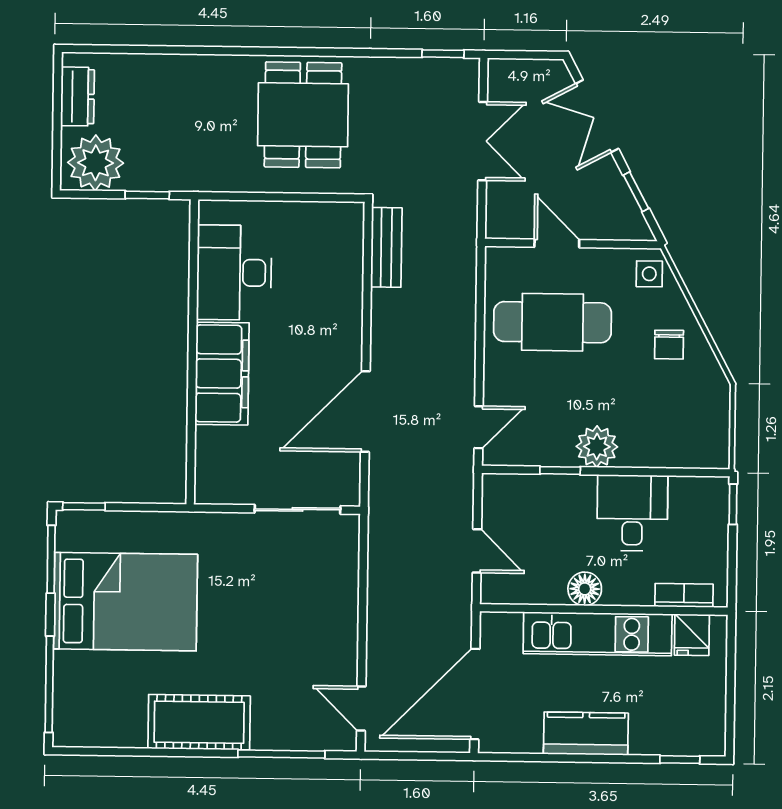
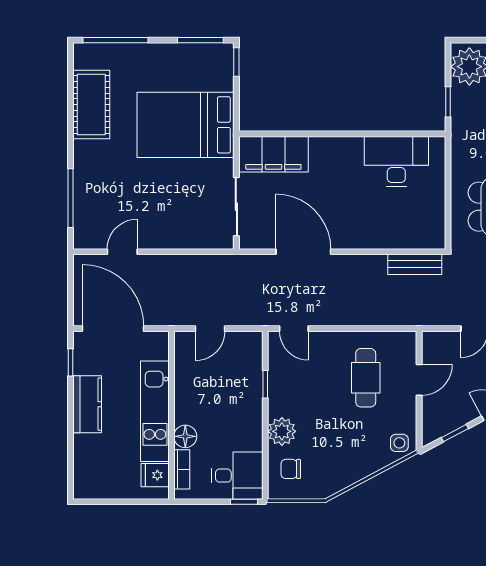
cafe table: (553, 322) -> (366, 378), width x0.73, depth x0.74
chair: (669, 345) -> (291, 469), moved
filing cabinet: (222, 374) -> (273, 154), moved
plant: (597, 447) -> (282, 431), moved
desk: (632, 513) -> (237, 476), moved
floor lamp: (585, 589) -> (185, 436), moved
bed: (125, 602) -> (186, 125), moved, turned 90
door: (361, 709) -> (122, 252), moved
cot: (199, 722) -> (91, 105), moved
window: (680, 760) -> (70, 362), moved

